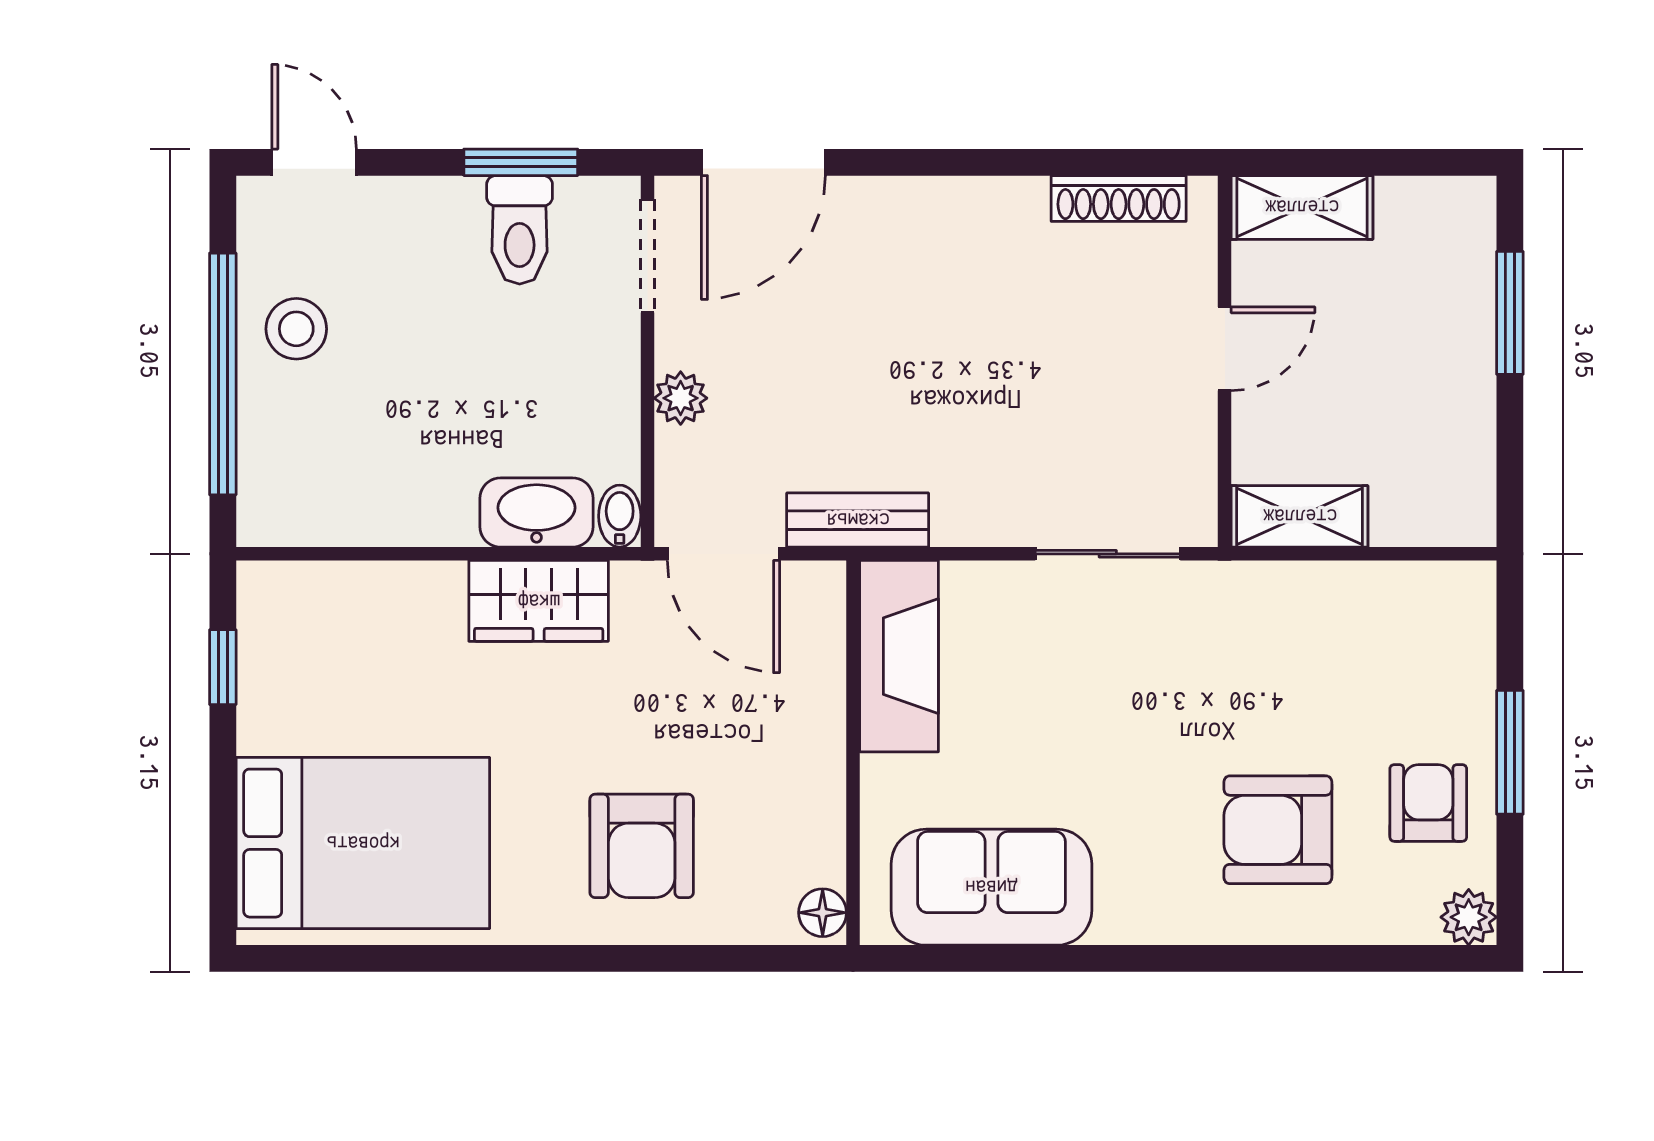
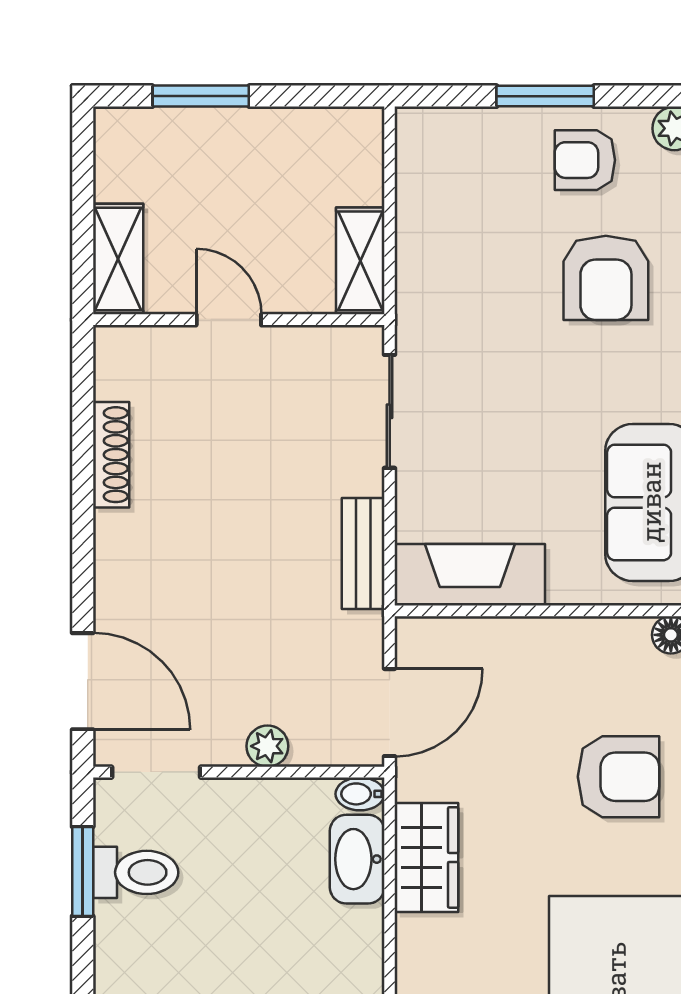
shoe rack: (1119, 199) -> (111, 455), moved
bench: (858, 520) -> (363, 554), moved

